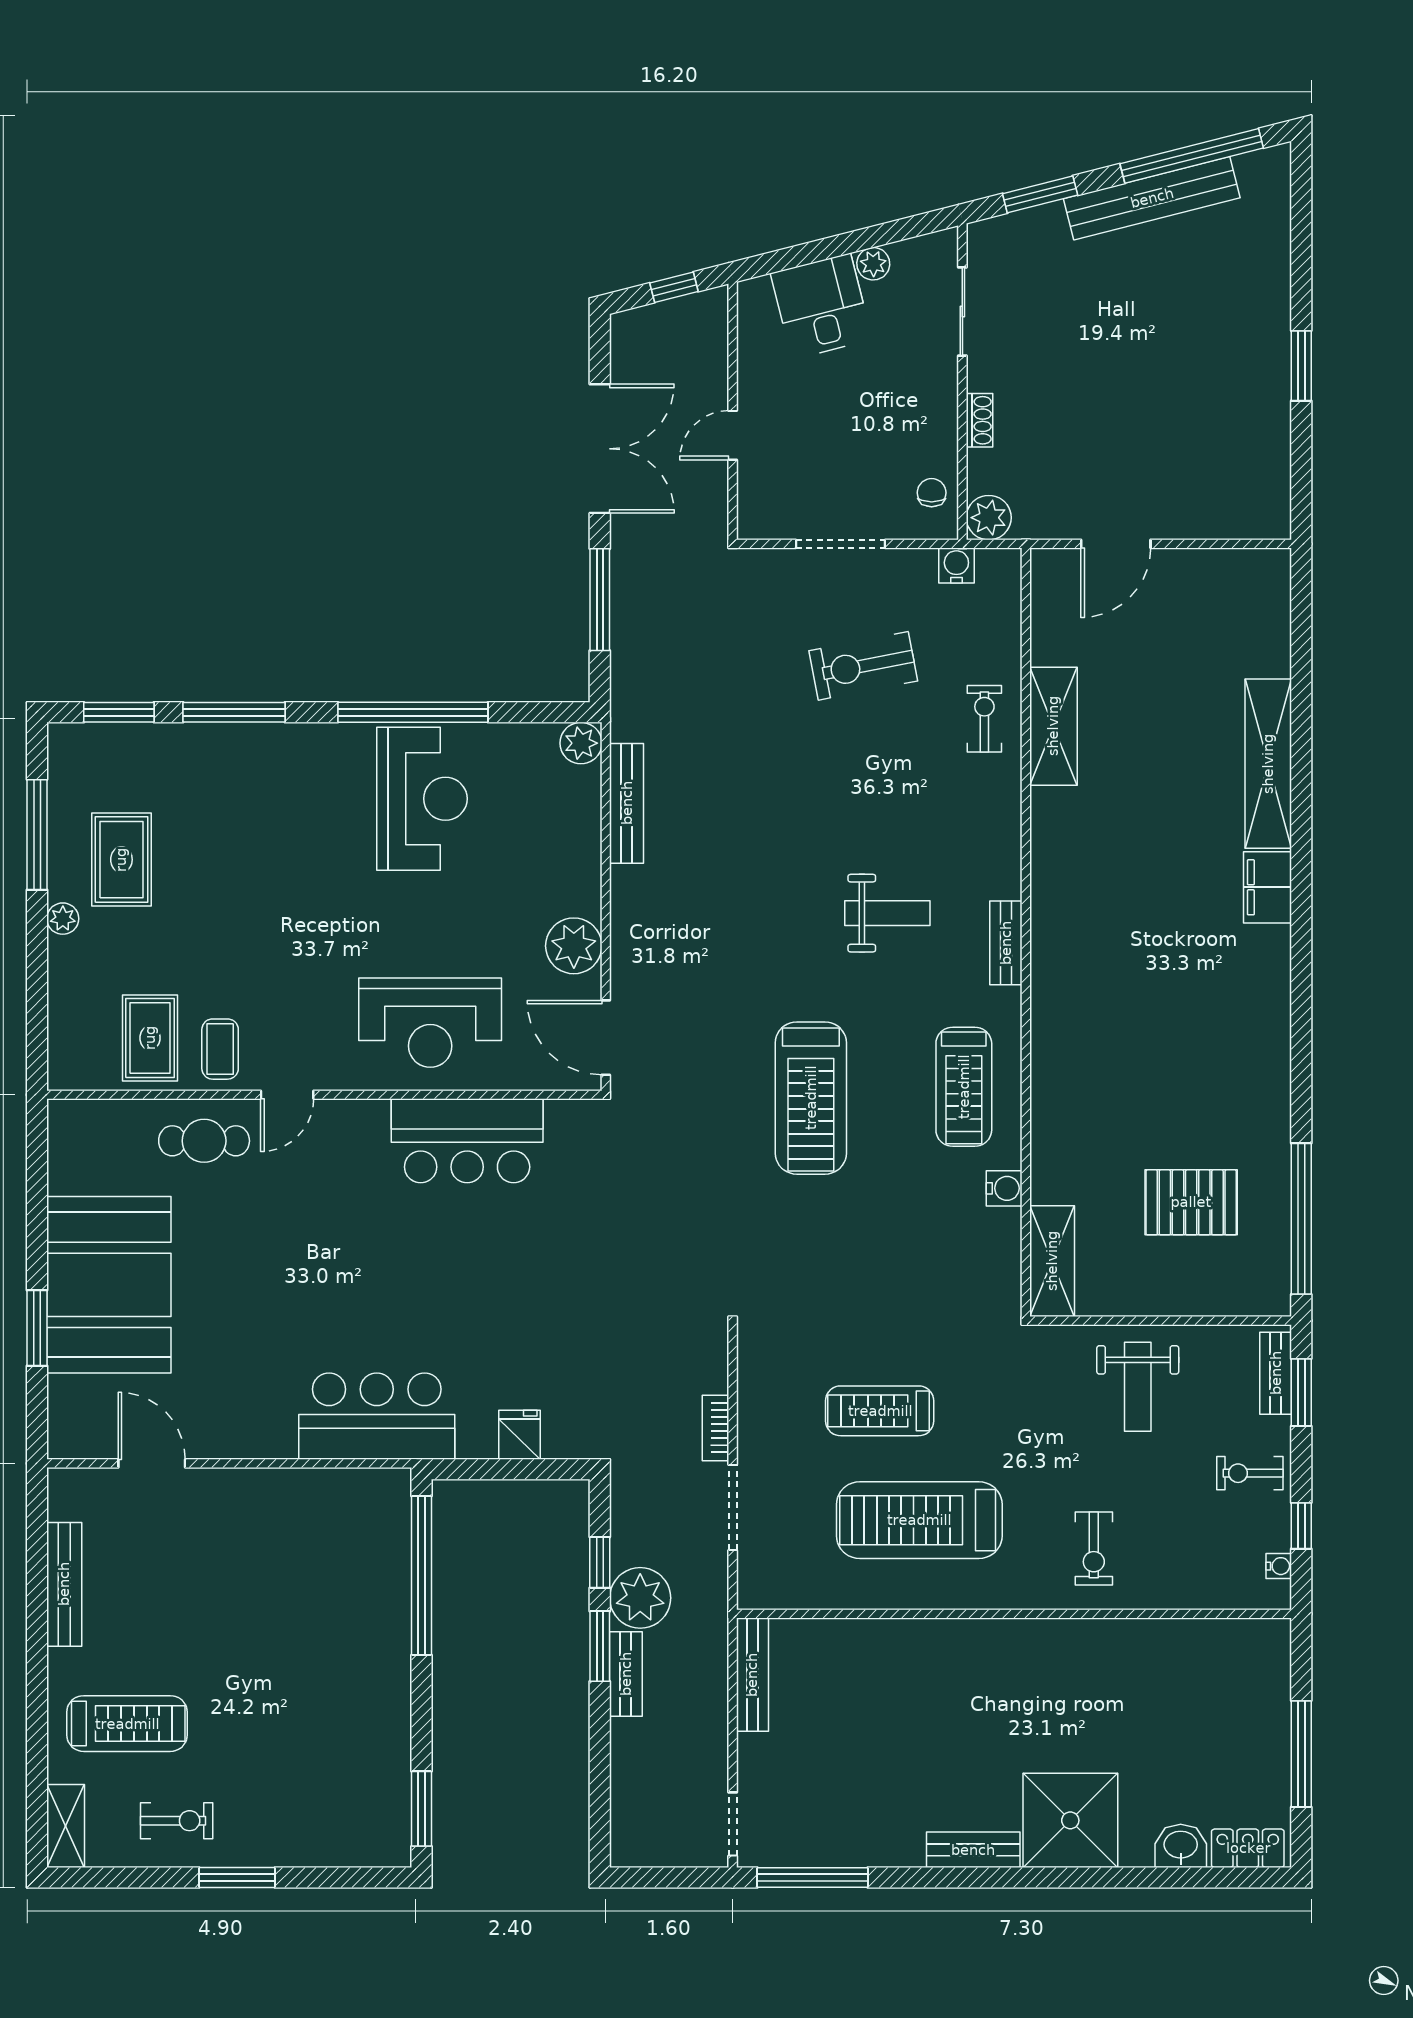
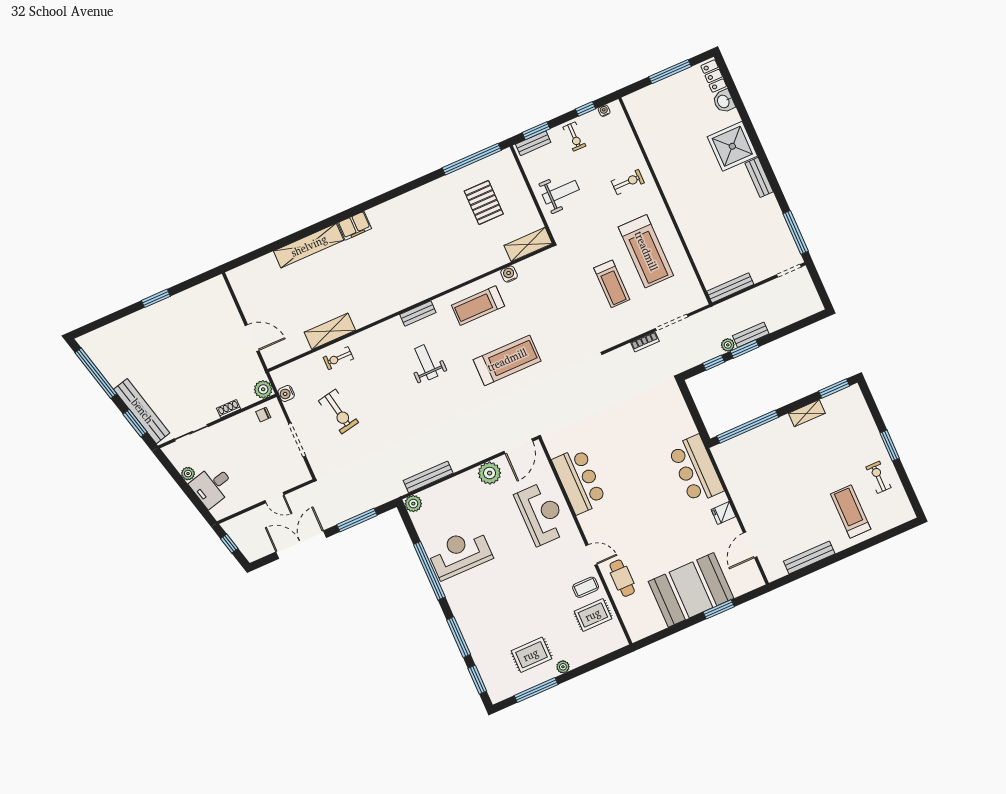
bench: (1152, 198) -> (142, 411), moved
treadmill: (964, 1087) -> (478, 306), turned 180
fridge: (519, 1435) -> (723, 513), moved
plant: (640, 1598) -> (728, 345), width x0.53, depth x0.53
shelving: (66, 1826) -> (807, 413), moved

